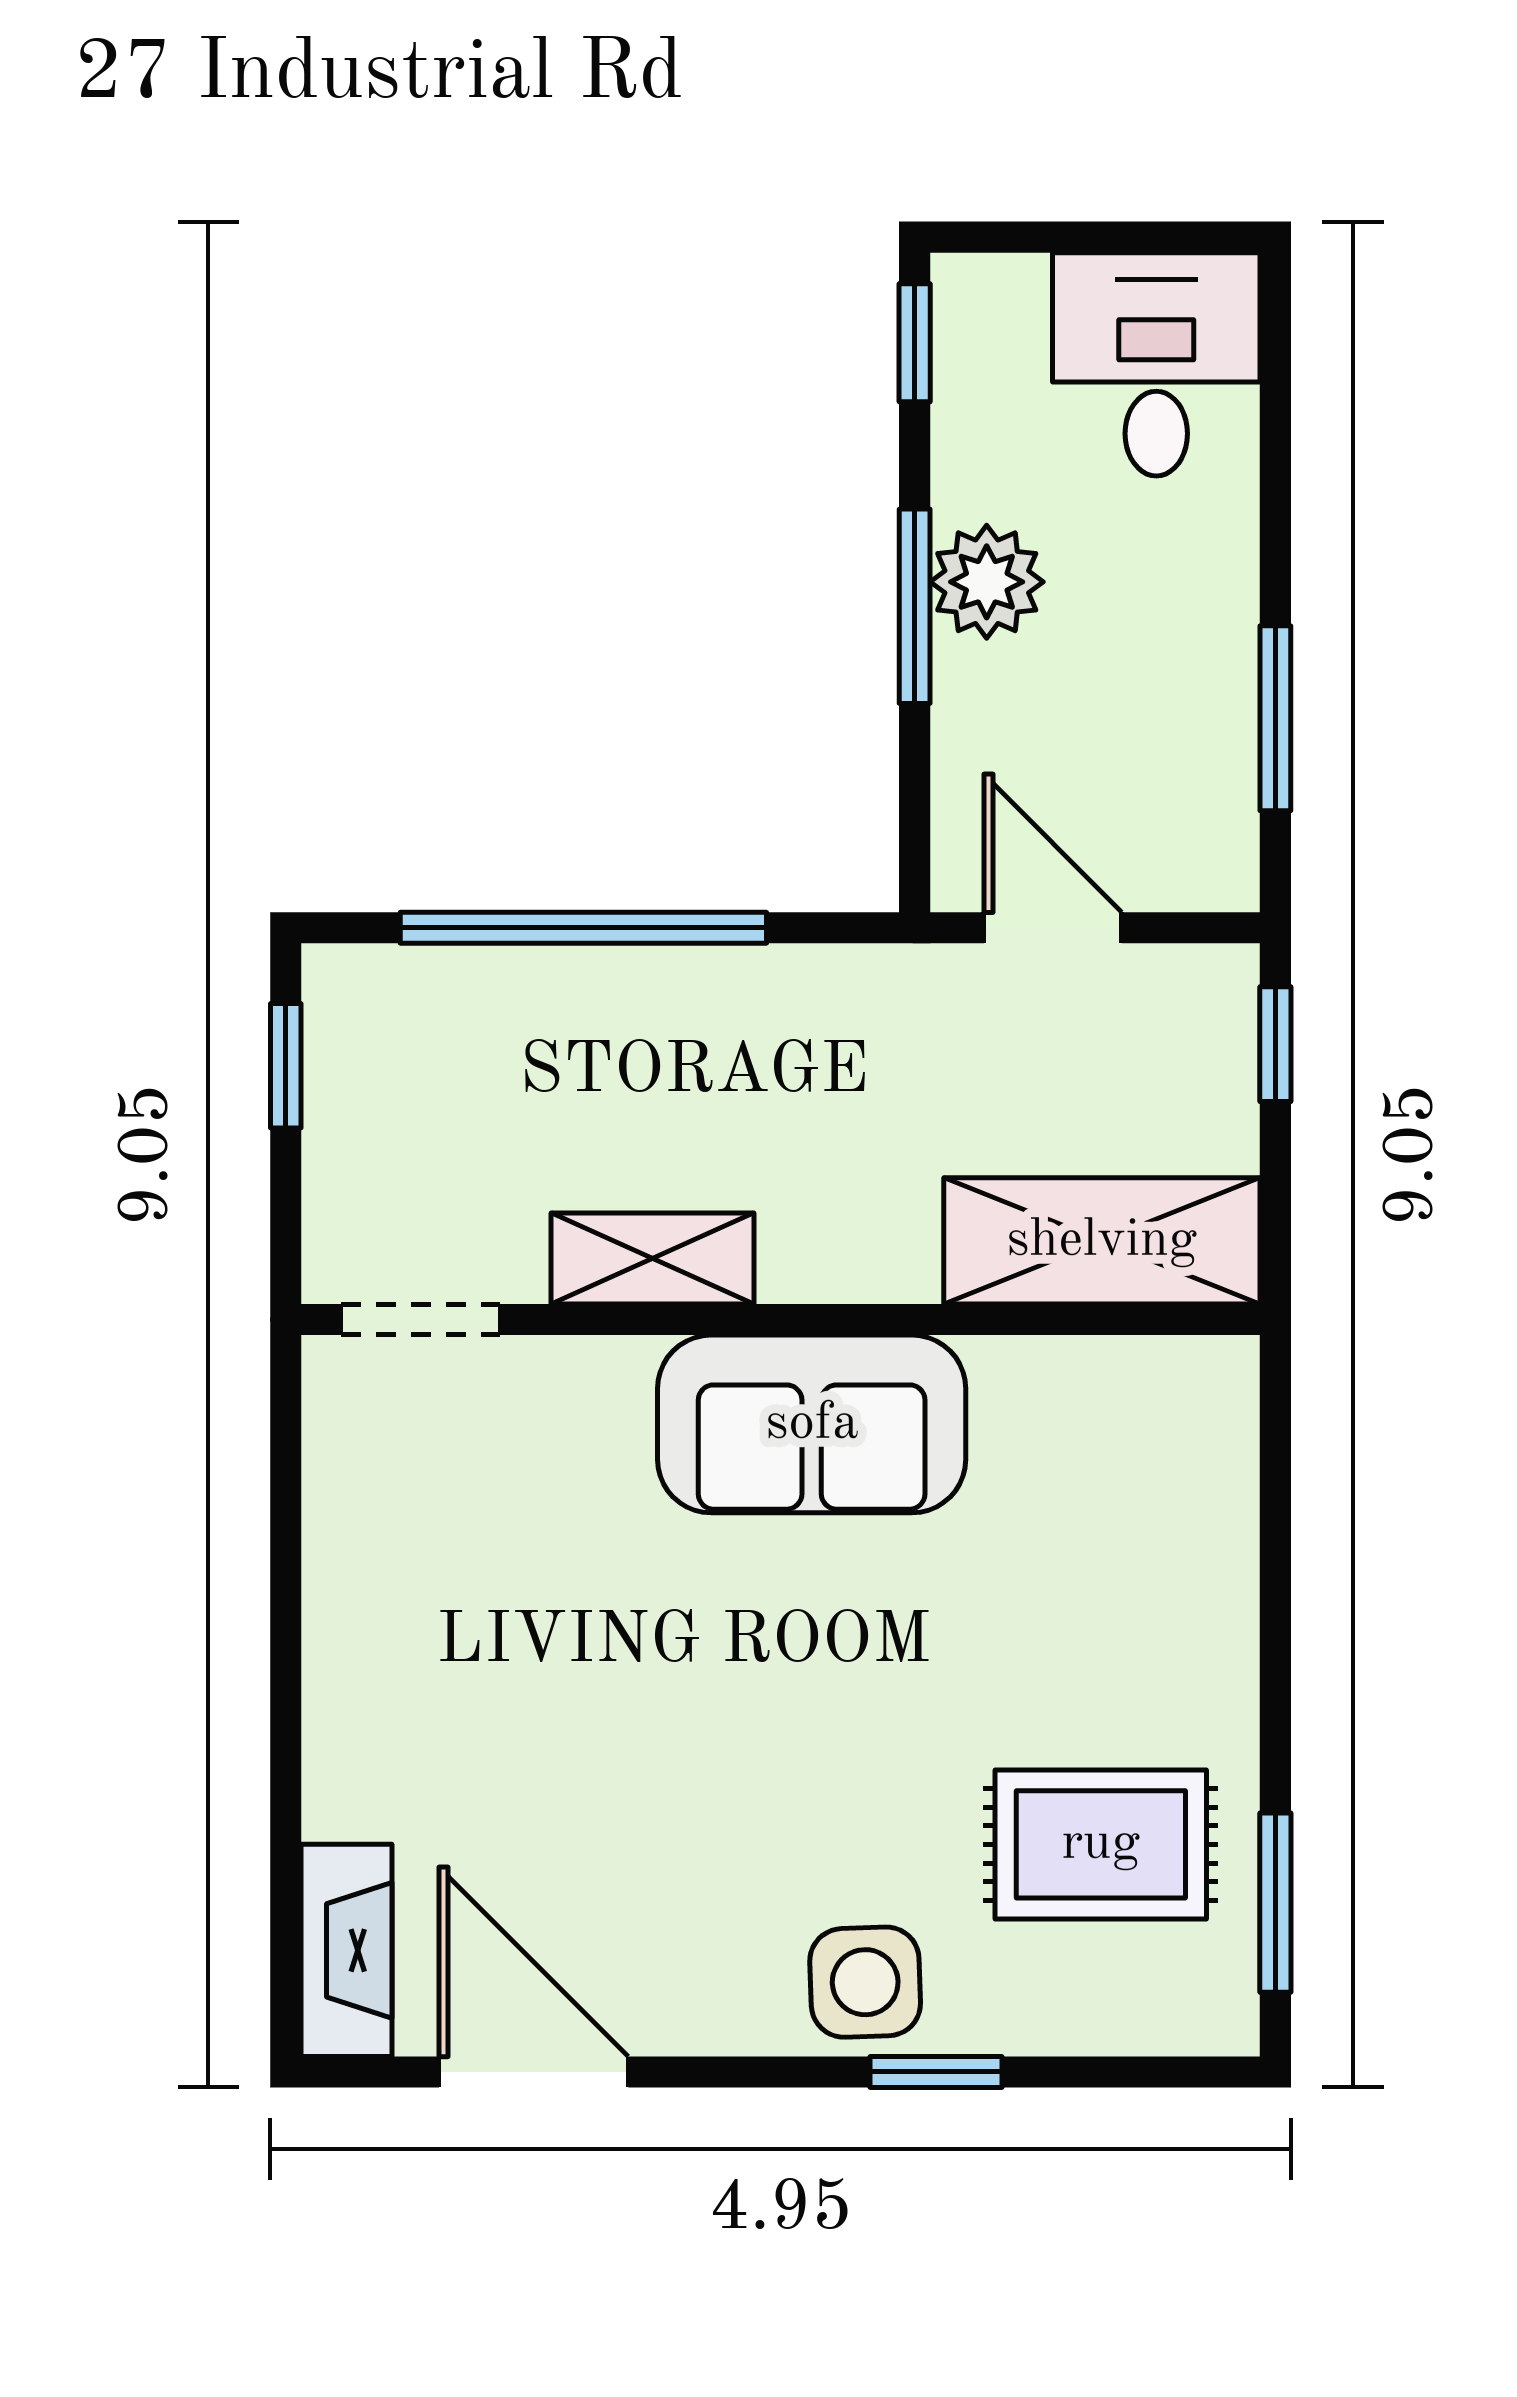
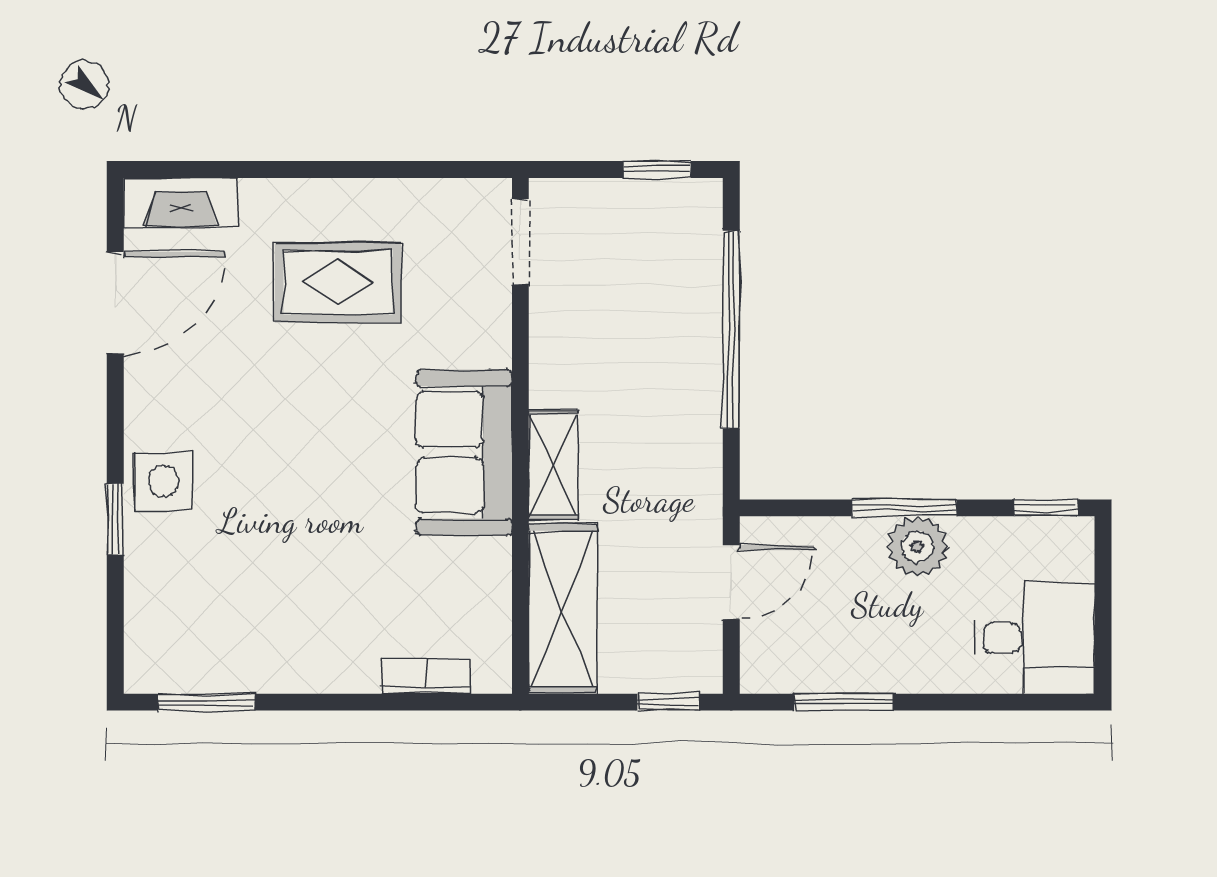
shelving: (652, 1258) -> (553, 465), moved
bookcase: (1227, 1494) -> (426, 676), added
rug: (1101, 1844) -> (338, 282), moved, turned 90

